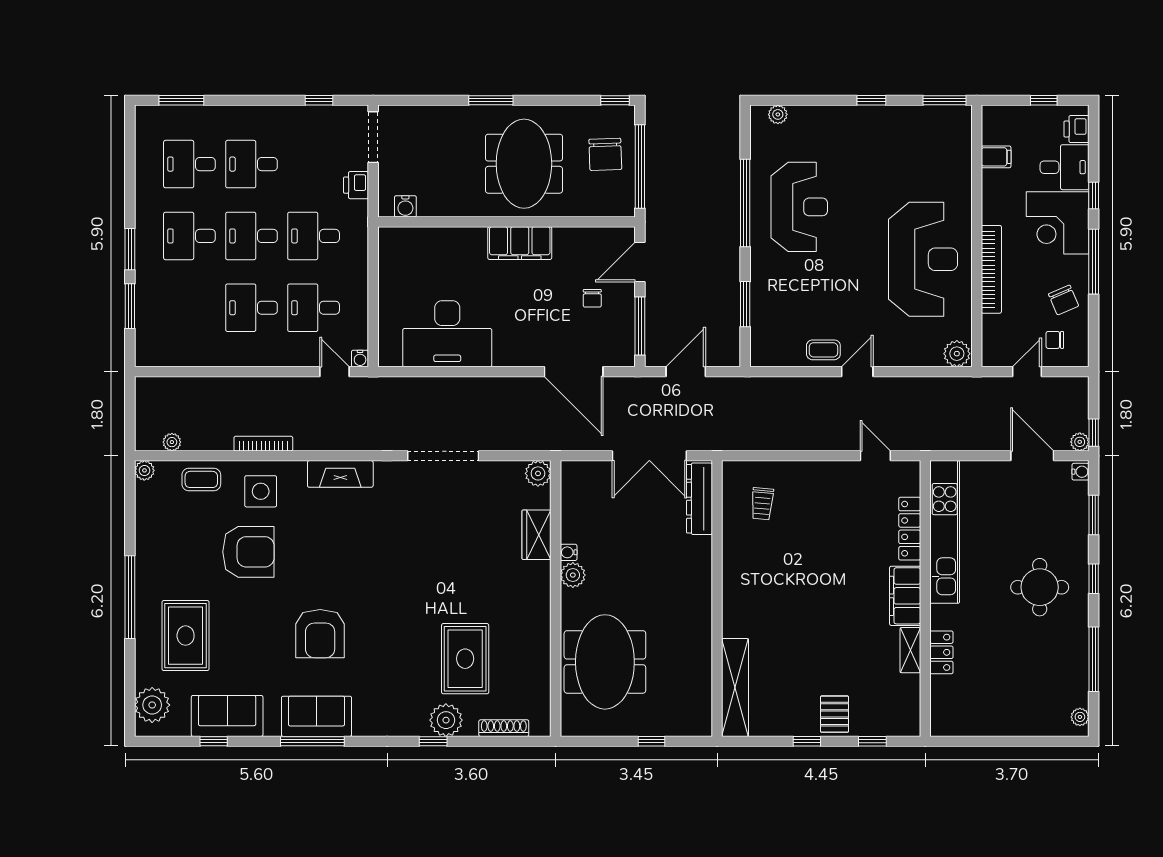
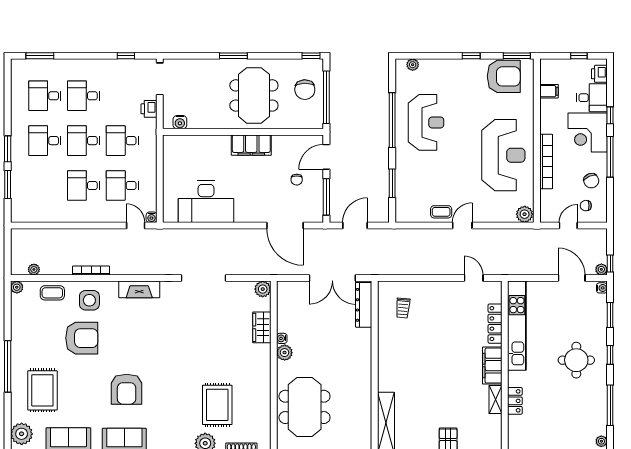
armchair: (924, 133) -> (504, 76), added

